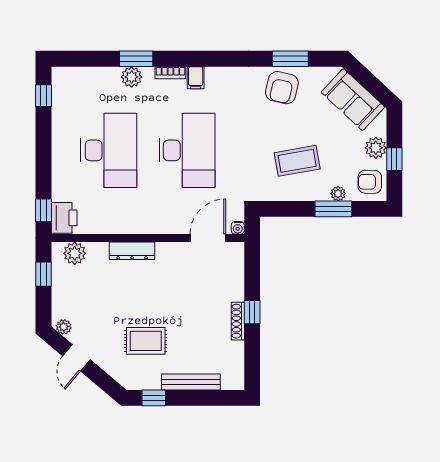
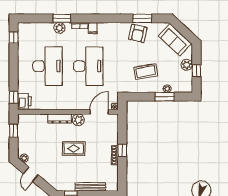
armchair: (370, 182) -> (184, 83), removed
plant: (75, 253) -> (78, 120), moved
rug: (146, 341) -> (74, 148), moved

